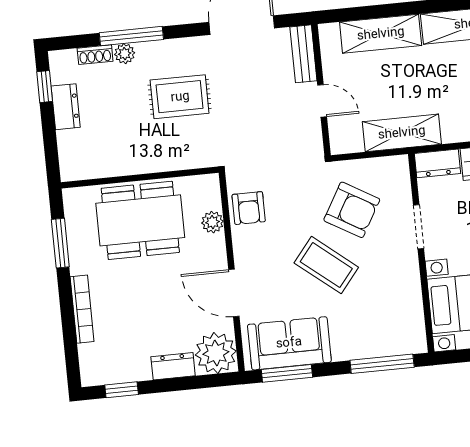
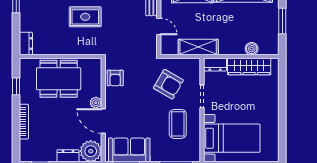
dresser: (66, 107) -> (26, 44), moved
plant: (212, 222) -> (96, 103), moved
window: (60, 243) -> (16, 86), width x0.67
coffee table: (326, 265) -> (178, 124), moved, turned 51

